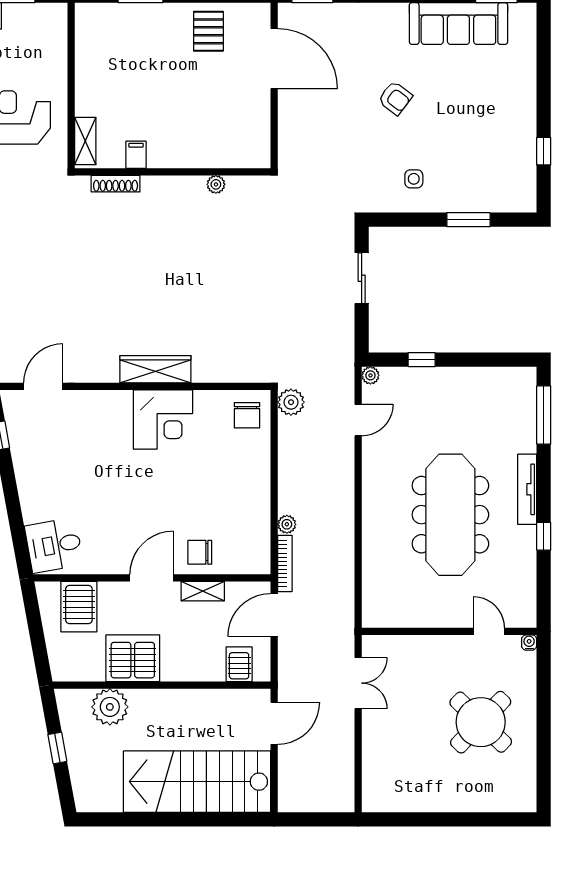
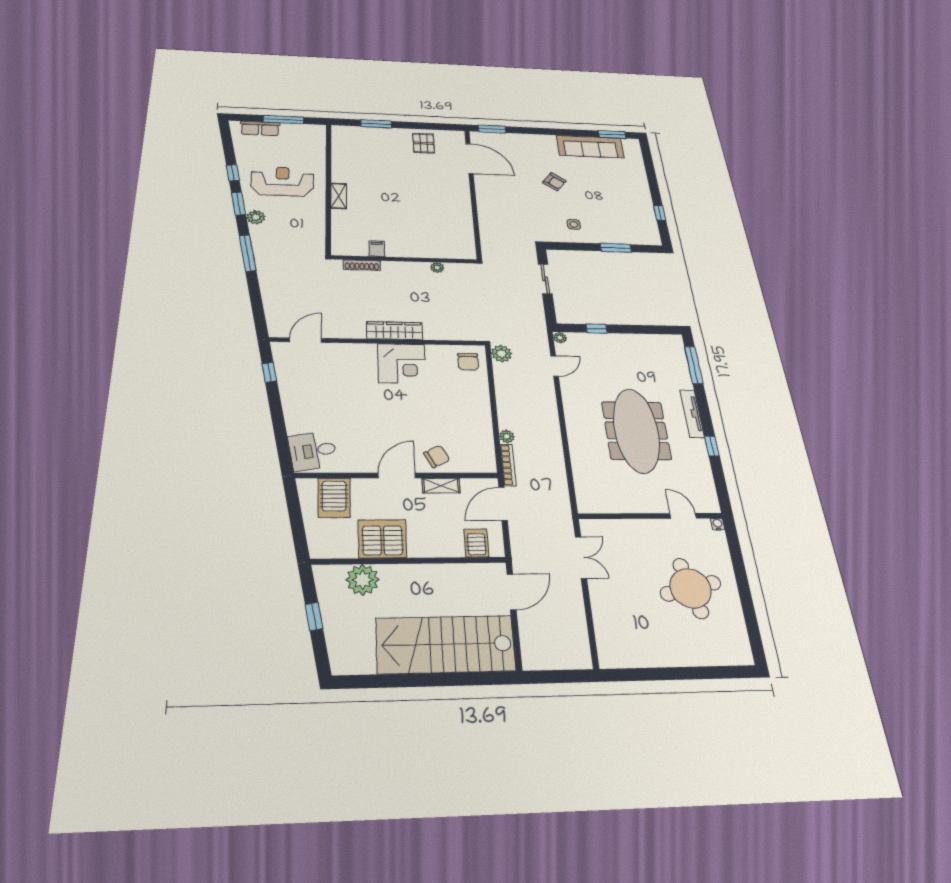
filing cabinet: (136, 155) -> (377, 249), moved
wall: (173, 172) -> (405, 259), moved
shoe rack: (116, 184) -> (362, 265), moved
plant: (216, 184) -> (437, 268), moved
chair: (200, 552) -> (437, 456), turned 152
round table: (481, 722) -> (691, 588), turned 33

